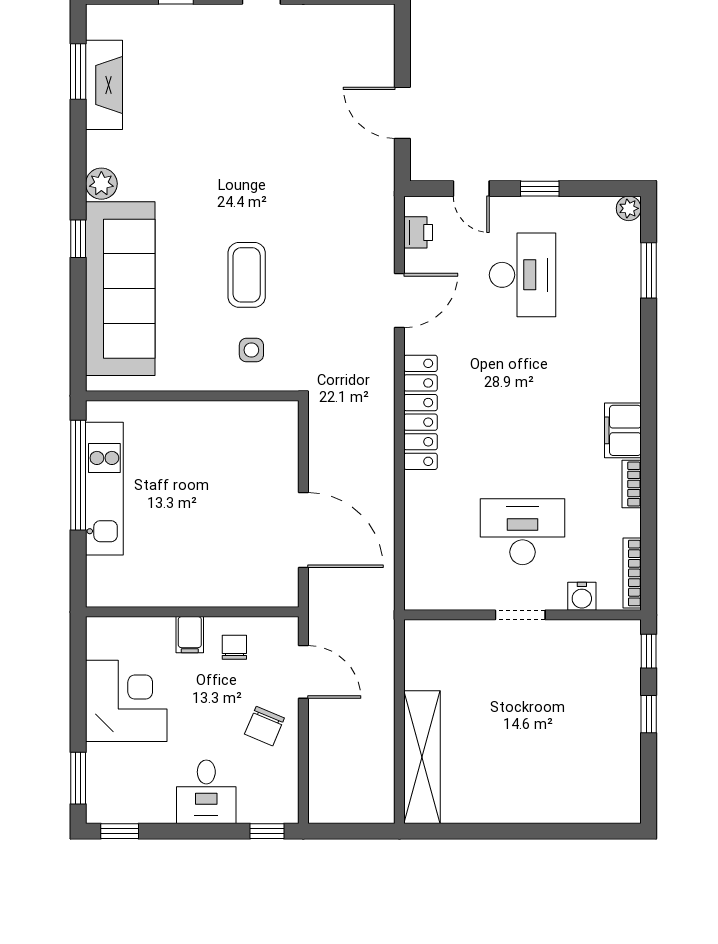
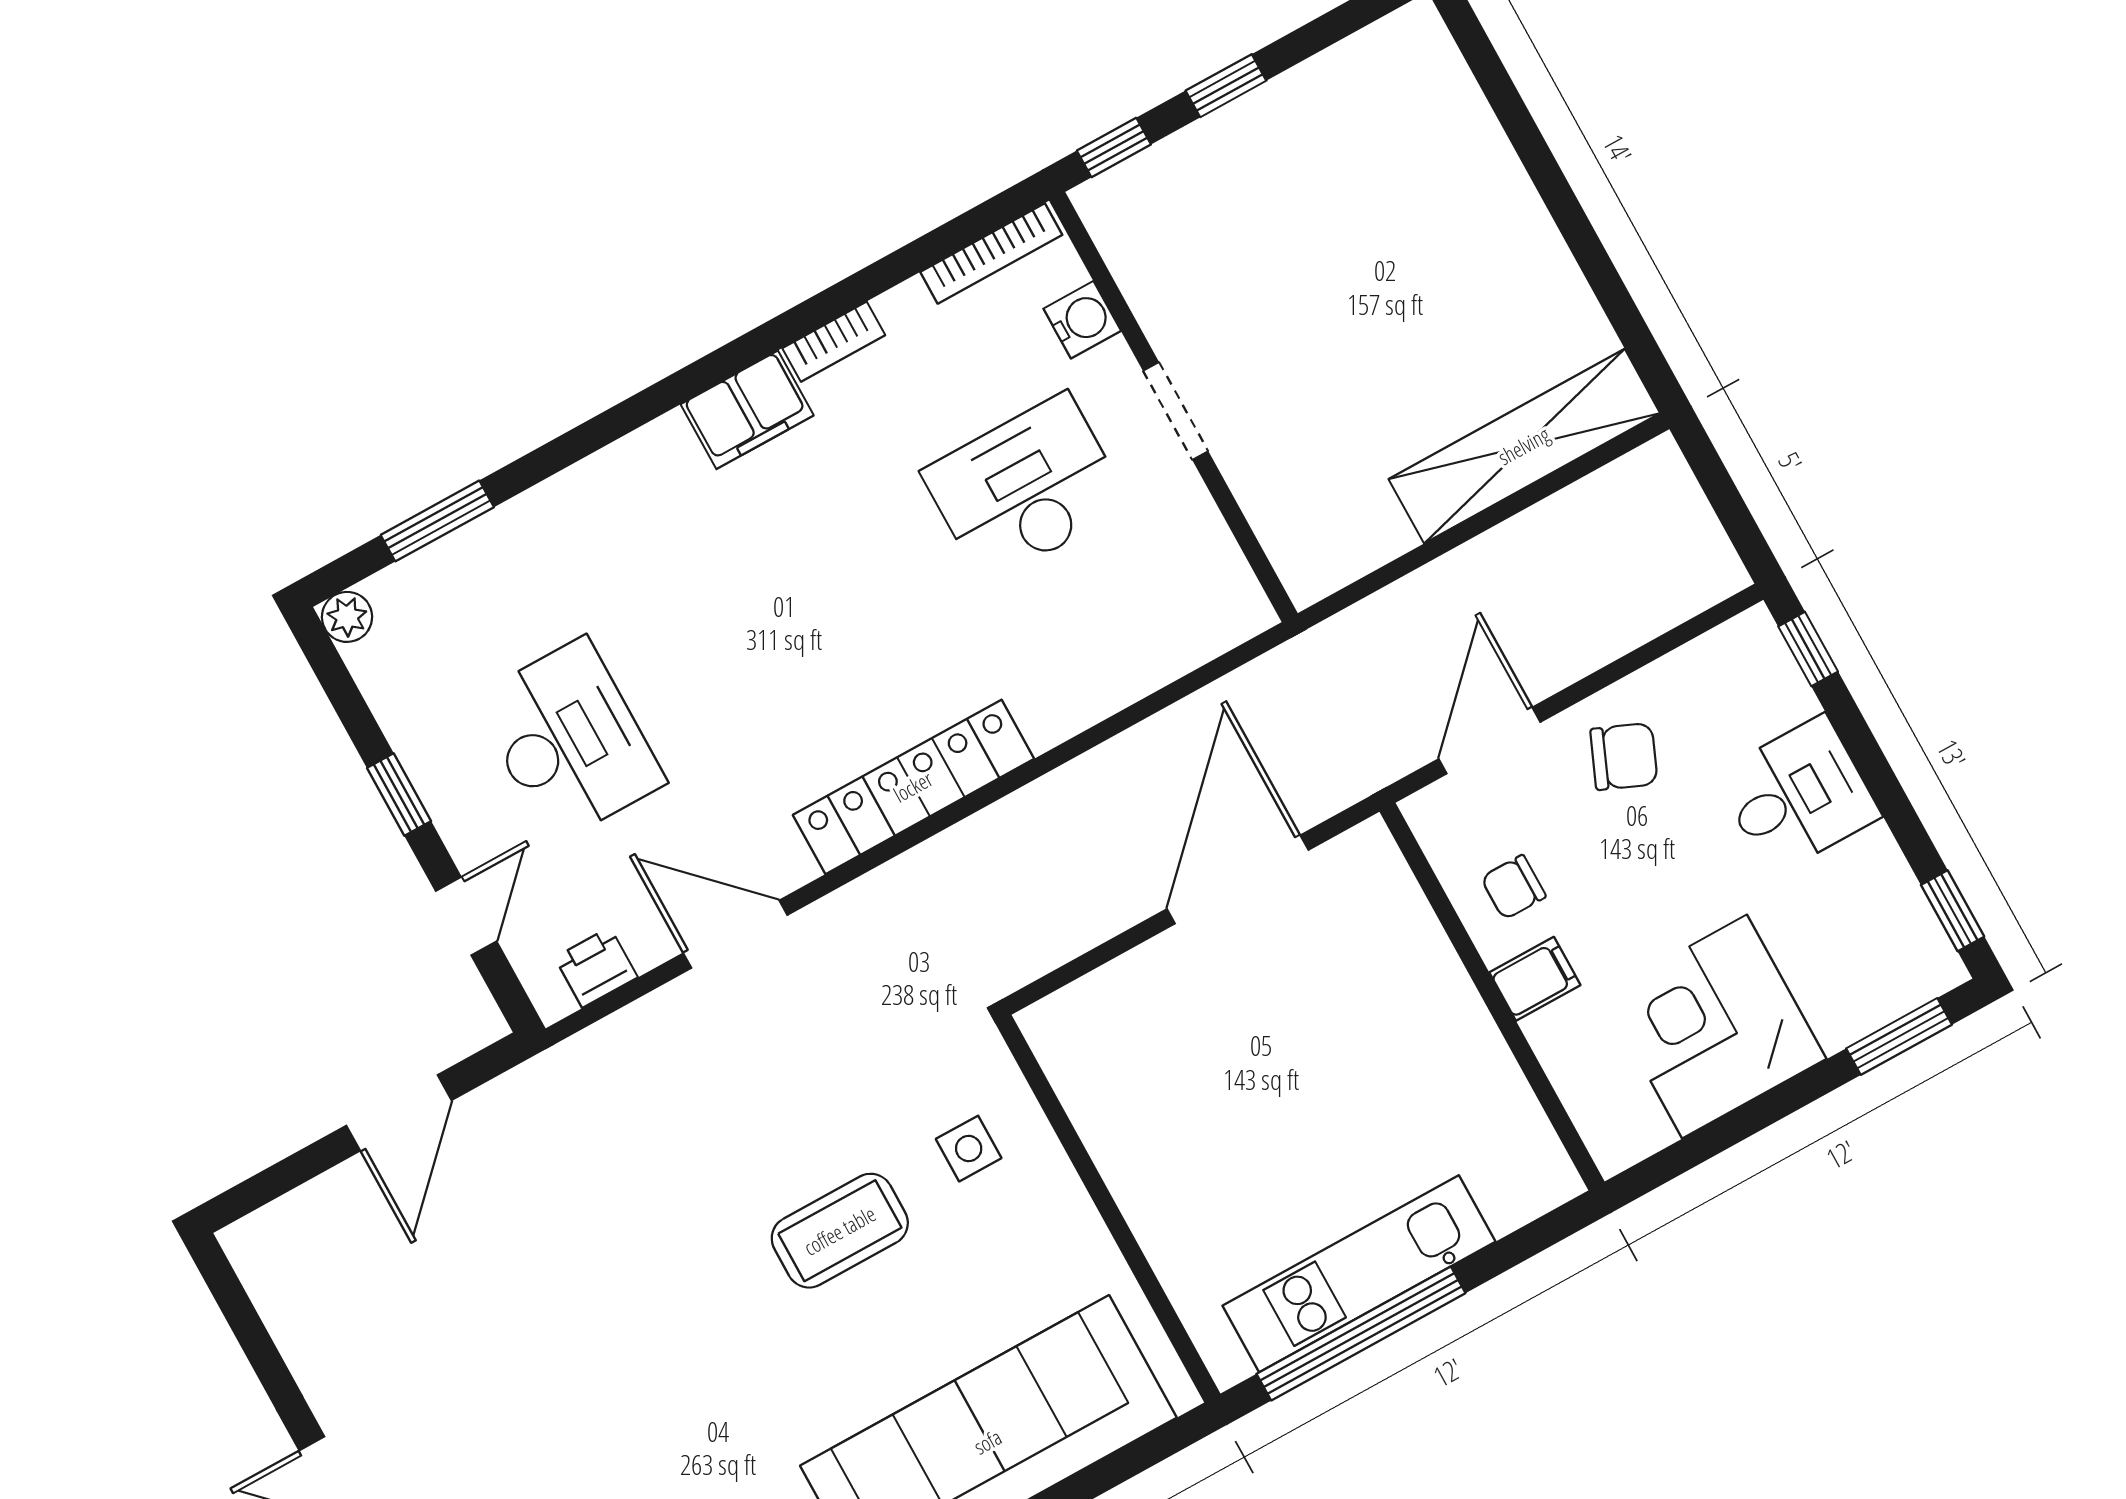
desk: (523, 275) -> (569, 741), turned 90
desk: (523, 532) -> (1026, 489), turned 90

